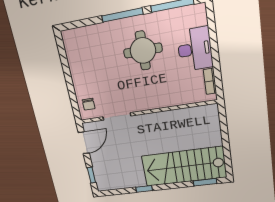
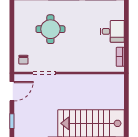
desk: (195, 49) -> (112, 31), width x0.73
round table: (143, 51) -> (50, 29), moved

